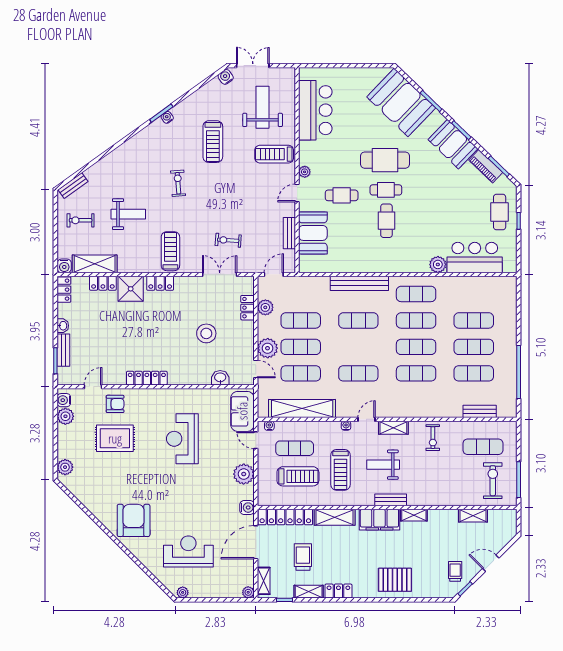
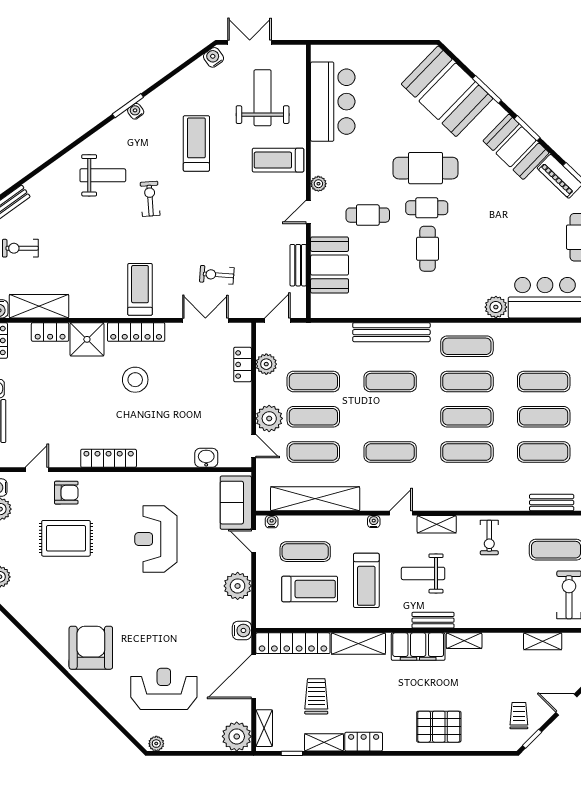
treadmill: (213, 142) -> (196, 143), turned 180
weight bench: (128, 214) -> (103, 175), moved
locker: (160, 283) -> (136, 332), width x1.53
stool: (206, 333) -> (135, 380), moved
plant: (248, 592) -> (237, 736), width x1.88, depth x1.88

